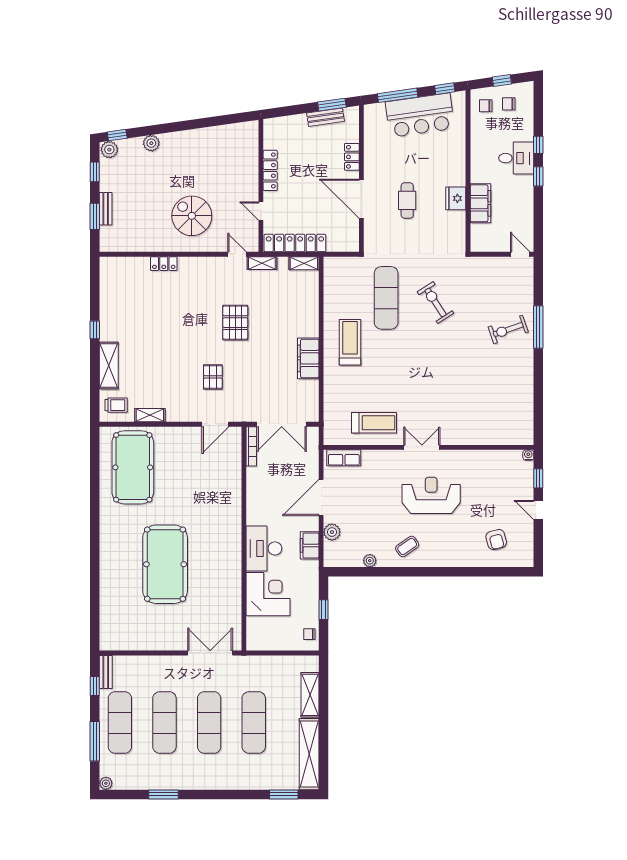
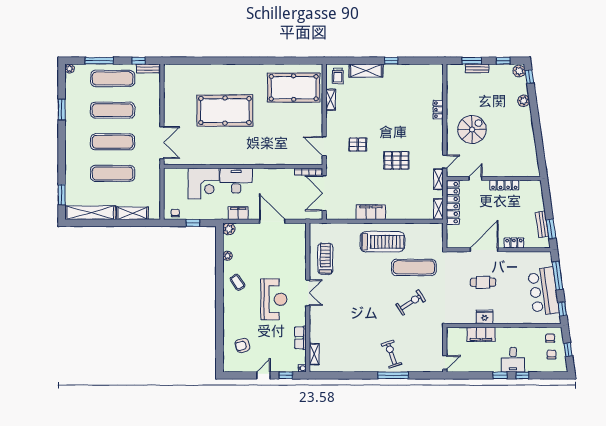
treadmill: (350, 342) -> (382, 242), width x1.37, depth x1.37
treadmill: (374, 423) -> (325, 259), turned 180
shelving: (508, 438) -> (314, 354), added
row of seats: (344, 458) -> (300, 338), moved
plant: (332, 532) -> (229, 229), moved

